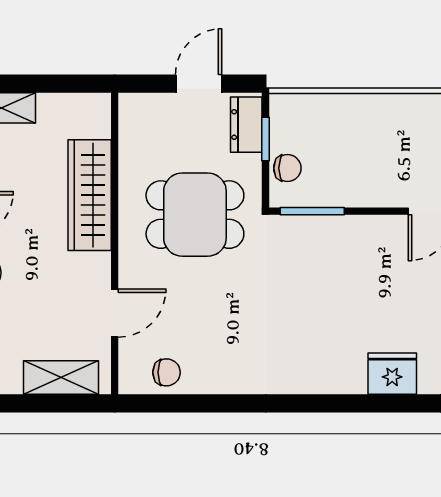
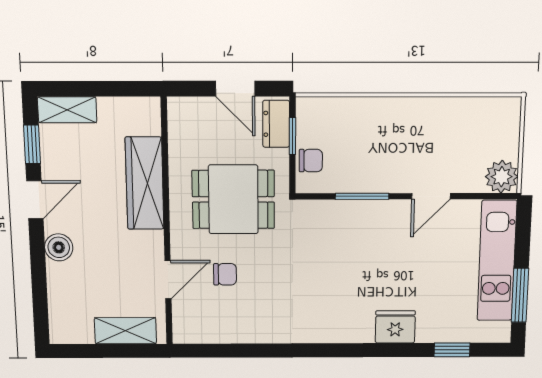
door: (199, 84) -> (235, 89), swing flipped
window: (312, 211) -> (362, 196), moved
chair: (167, 372) -> (225, 274), moved

